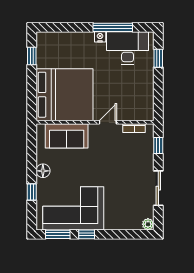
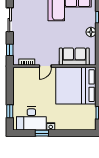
window: (113, 27) -> (42, 133), width x0.46

